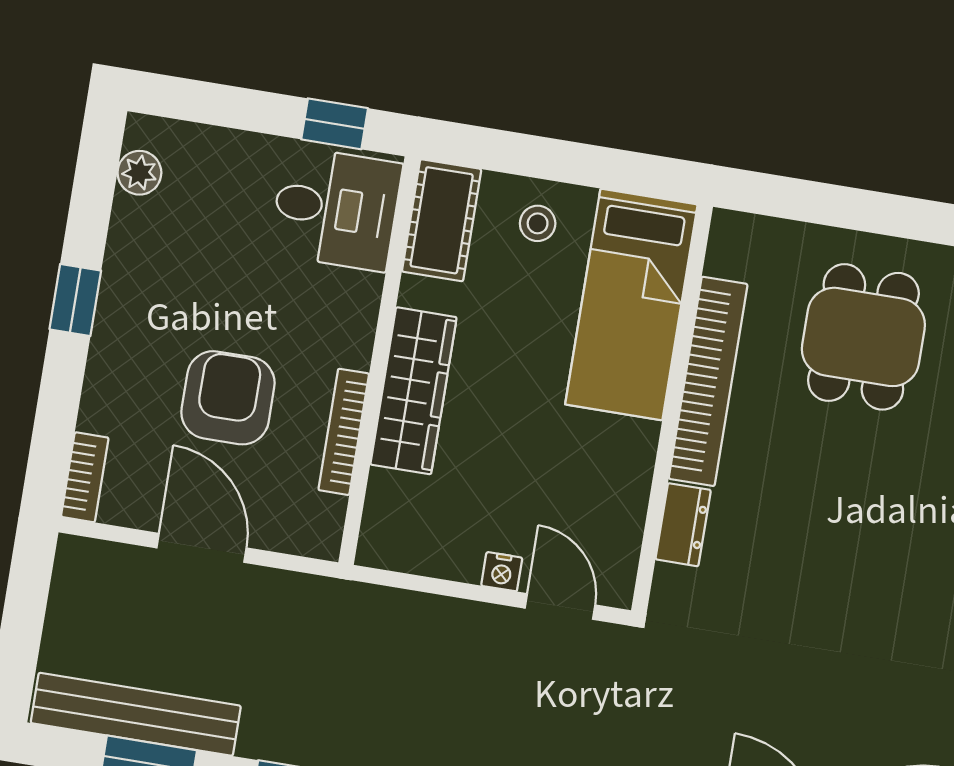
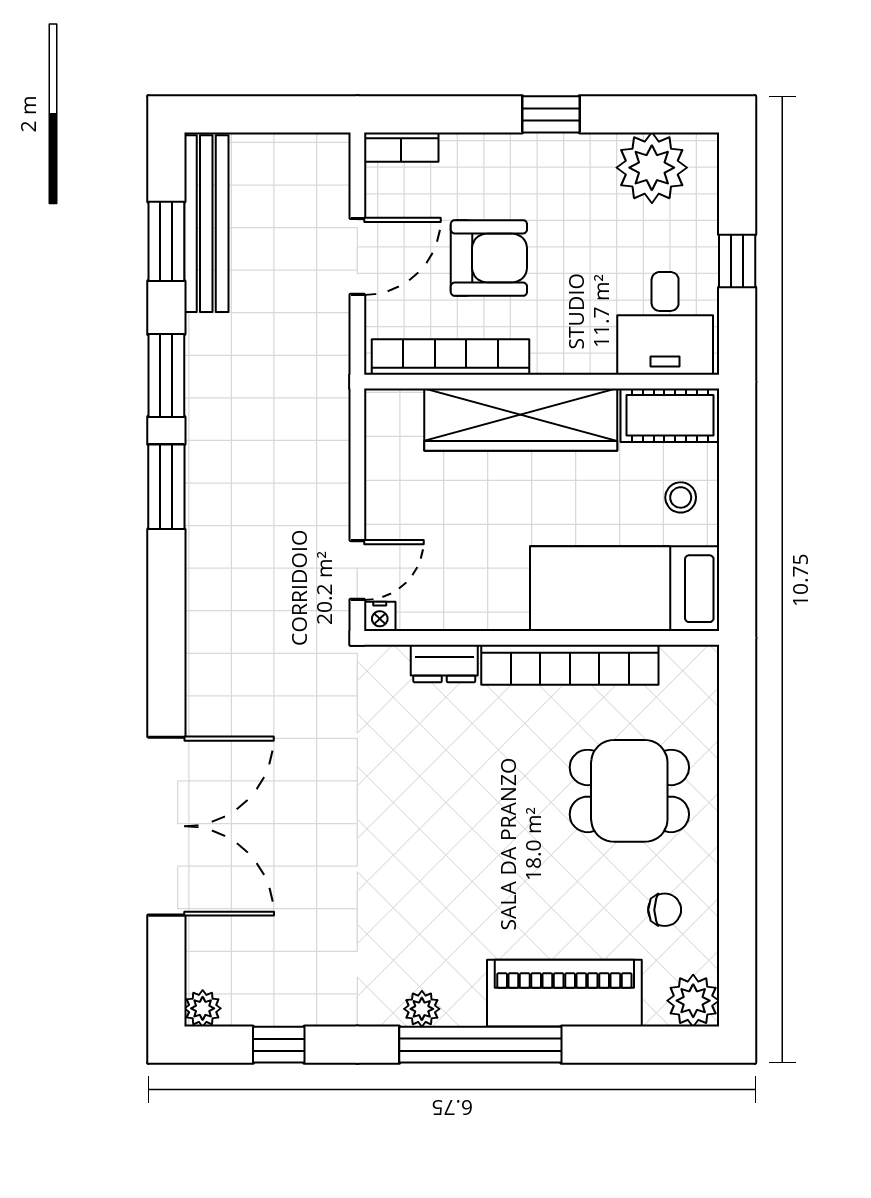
window: (335, 124) -> (737, 261), moved
plant: (139, 173) -> (652, 168), width x1.87, depth x1.87
wardrobe: (413, 391) -> (521, 420), width x1.40, depth x1.17
bookcase: (344, 432) -> (450, 357), width x1.48, depth x1.31
nightstand: (502, 572) -> (380, 616), moved, turned -90

